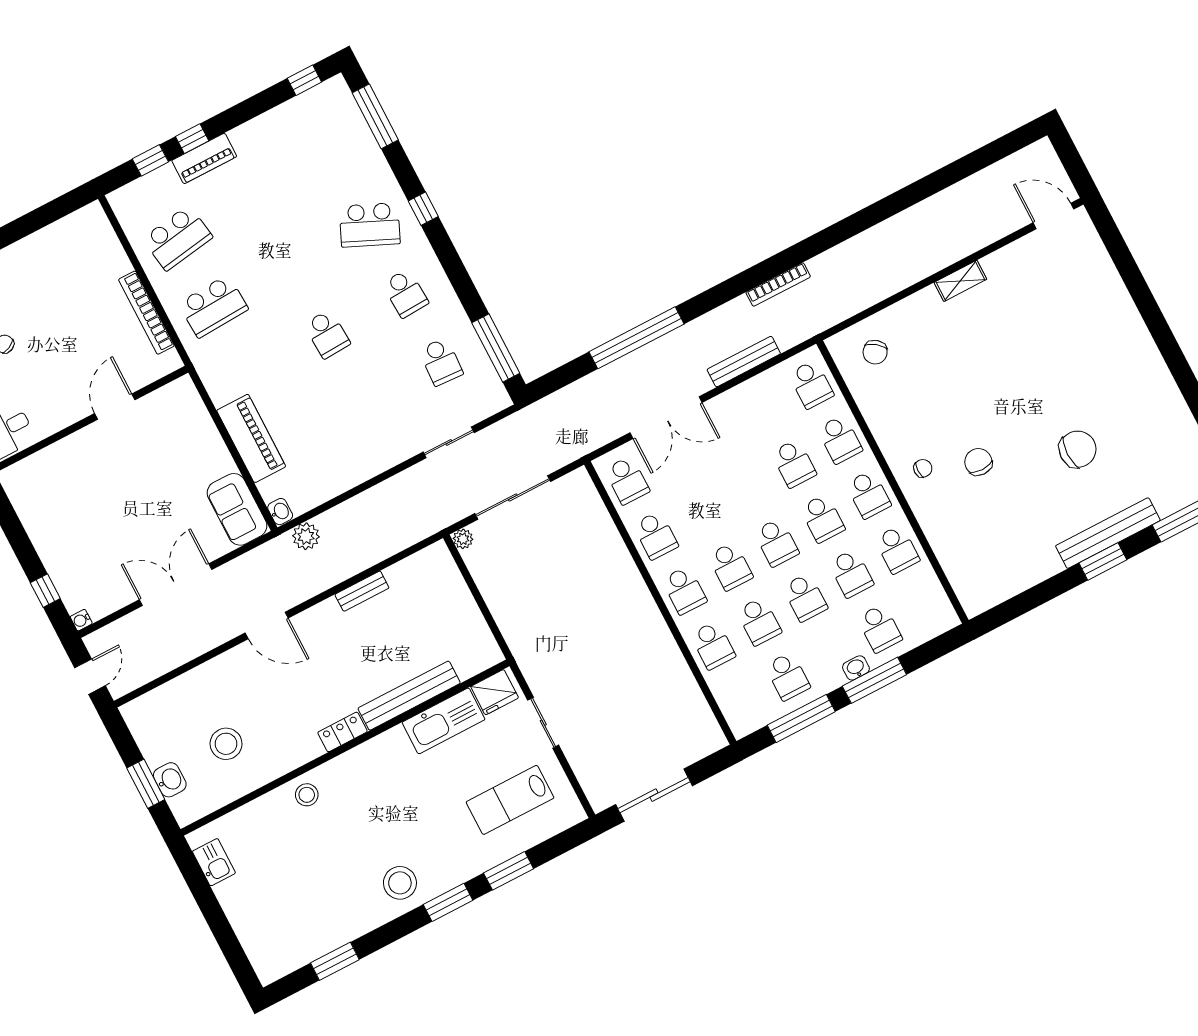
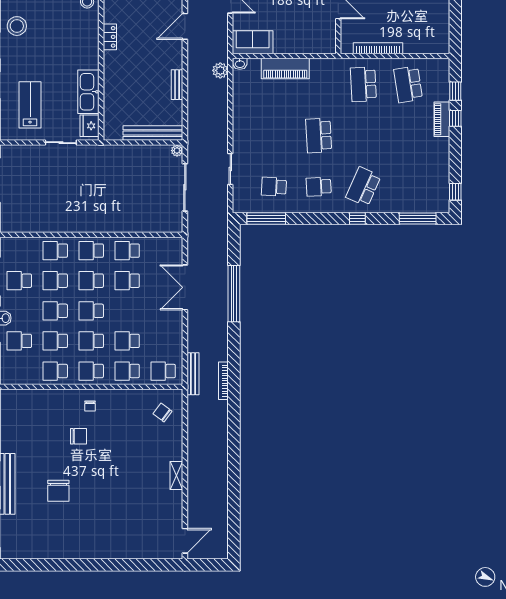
school desk: (327, 334) -> (319, 136), width x1.85
bench: (744, 362) -> (193, 374), moved
school desk: (627, 480) -> (127, 281), moved
bench: (409, 696) -> (153, 133), moved, turned 90

